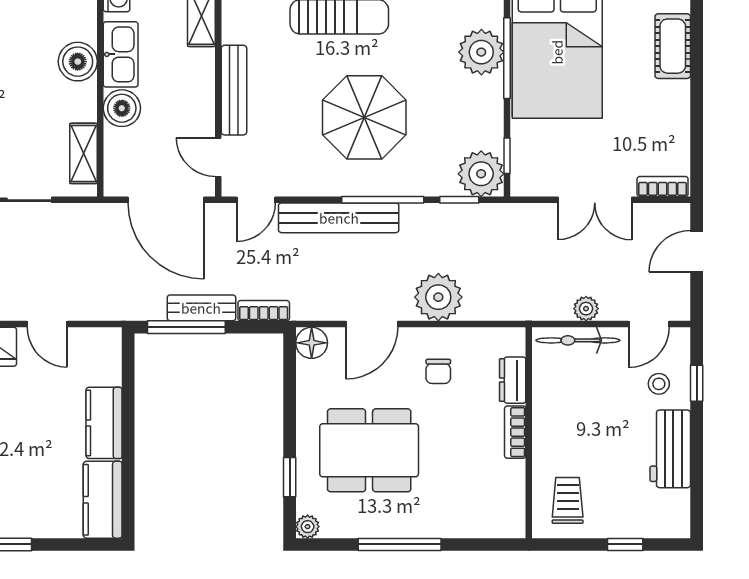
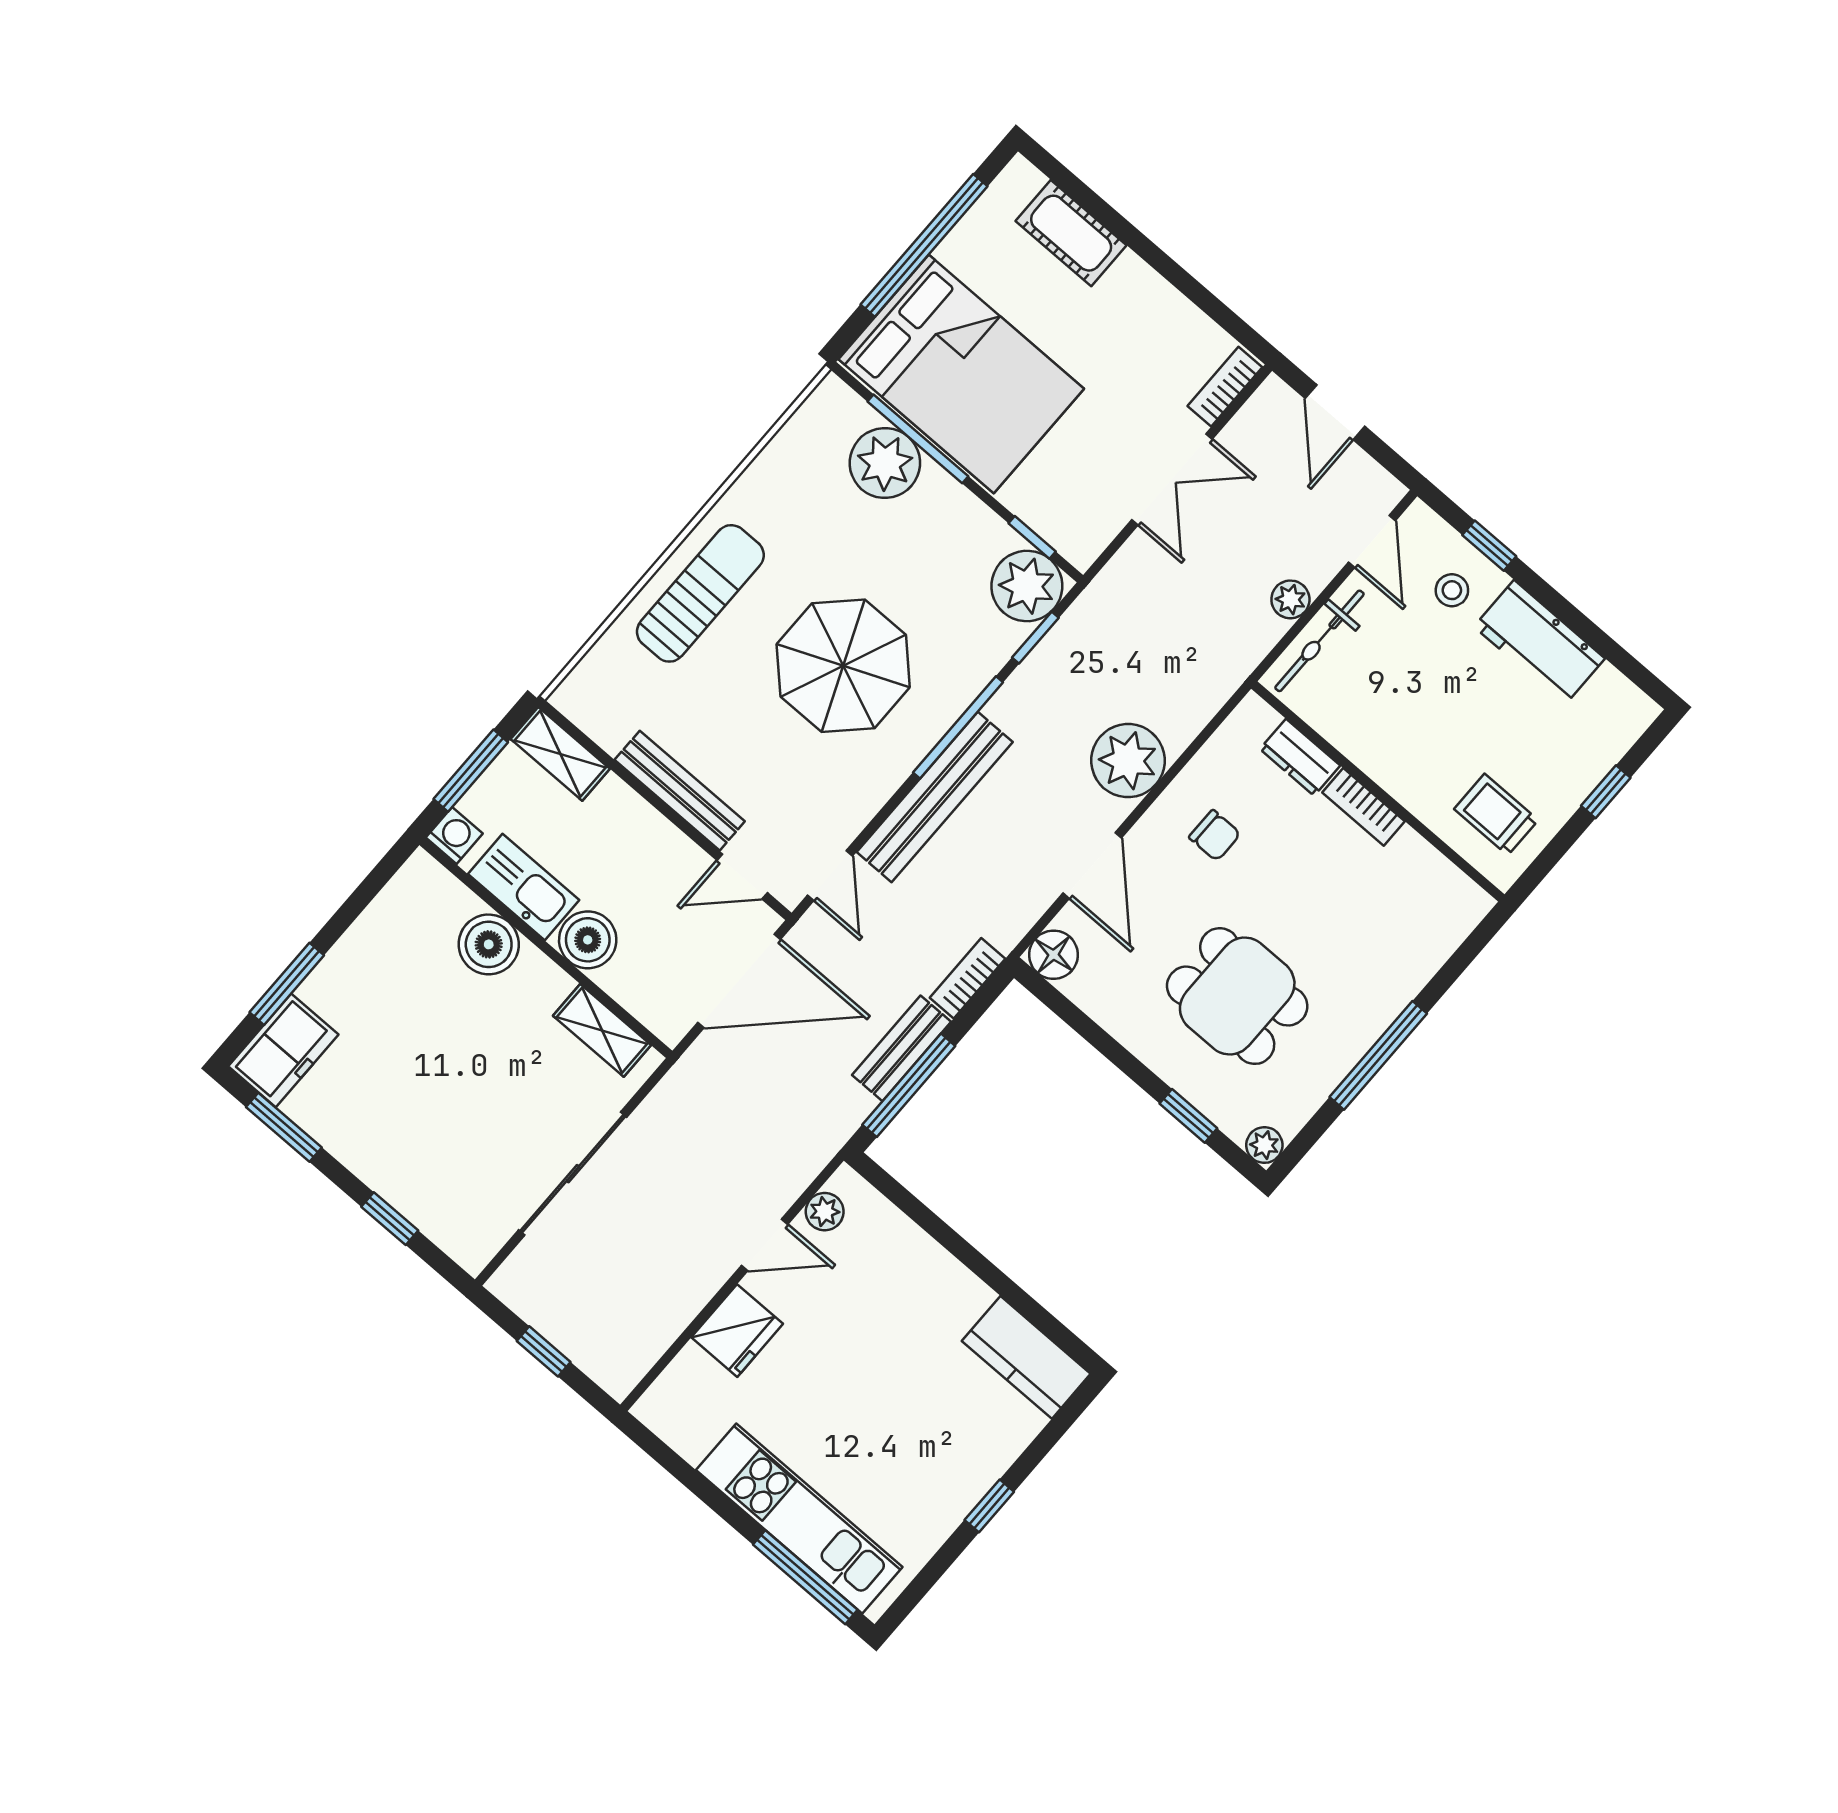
plant: (89, 339) -> (825, 1212), added
kitchen counter: (104, 423) -> (938, 1278), removed
dining table: (369, 450) -> (1237, 996), width x0.73

